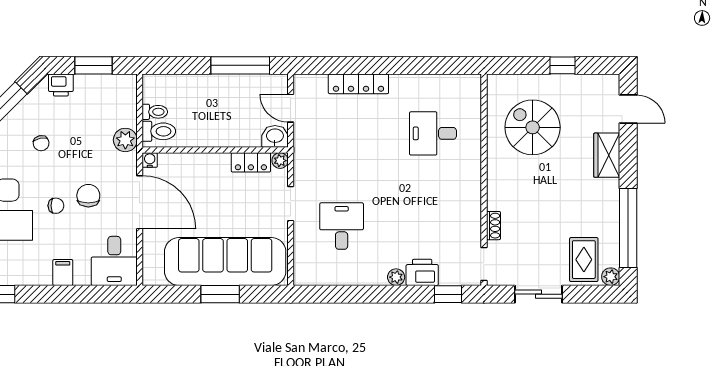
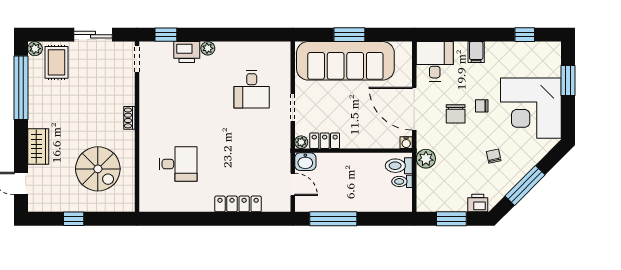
shoe rack: (493, 226) -> (129, 118), moved

